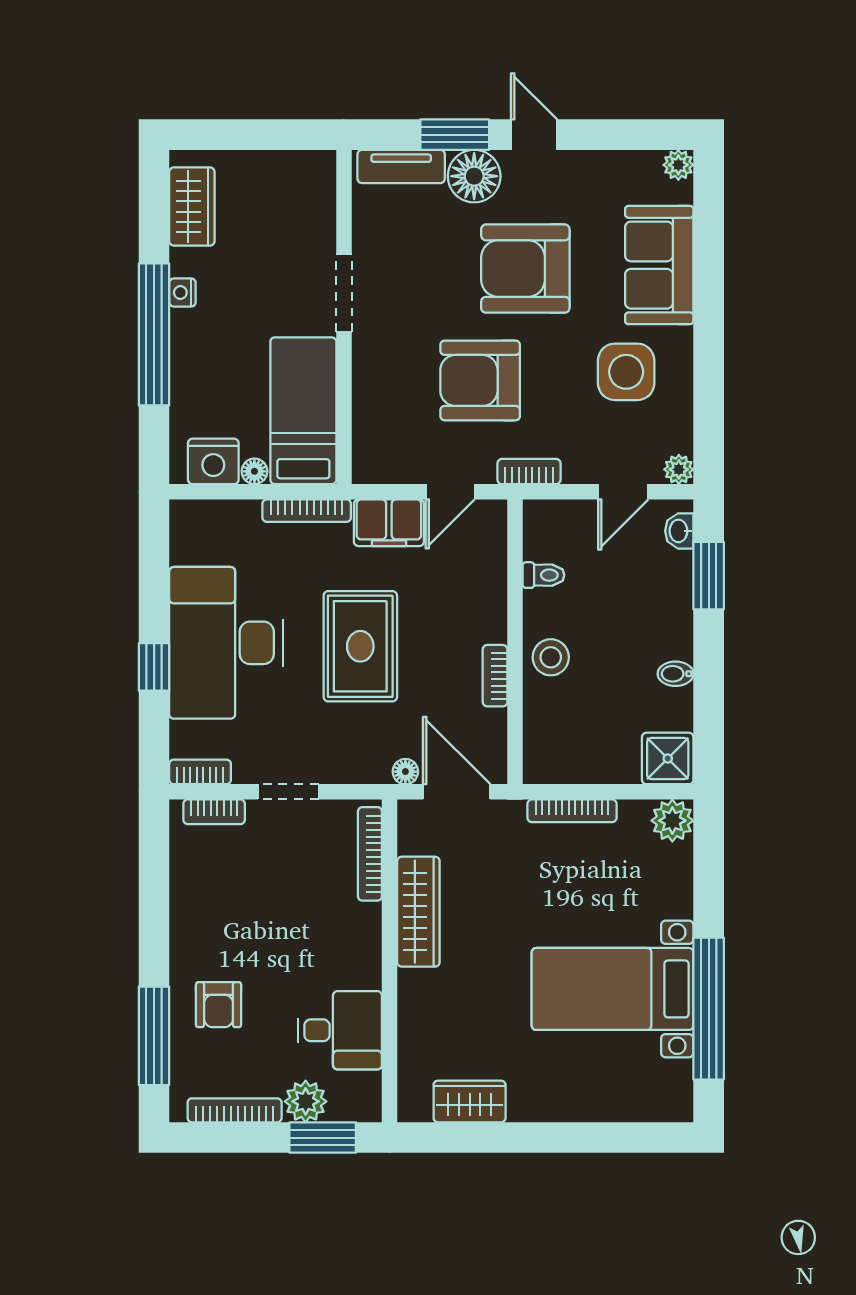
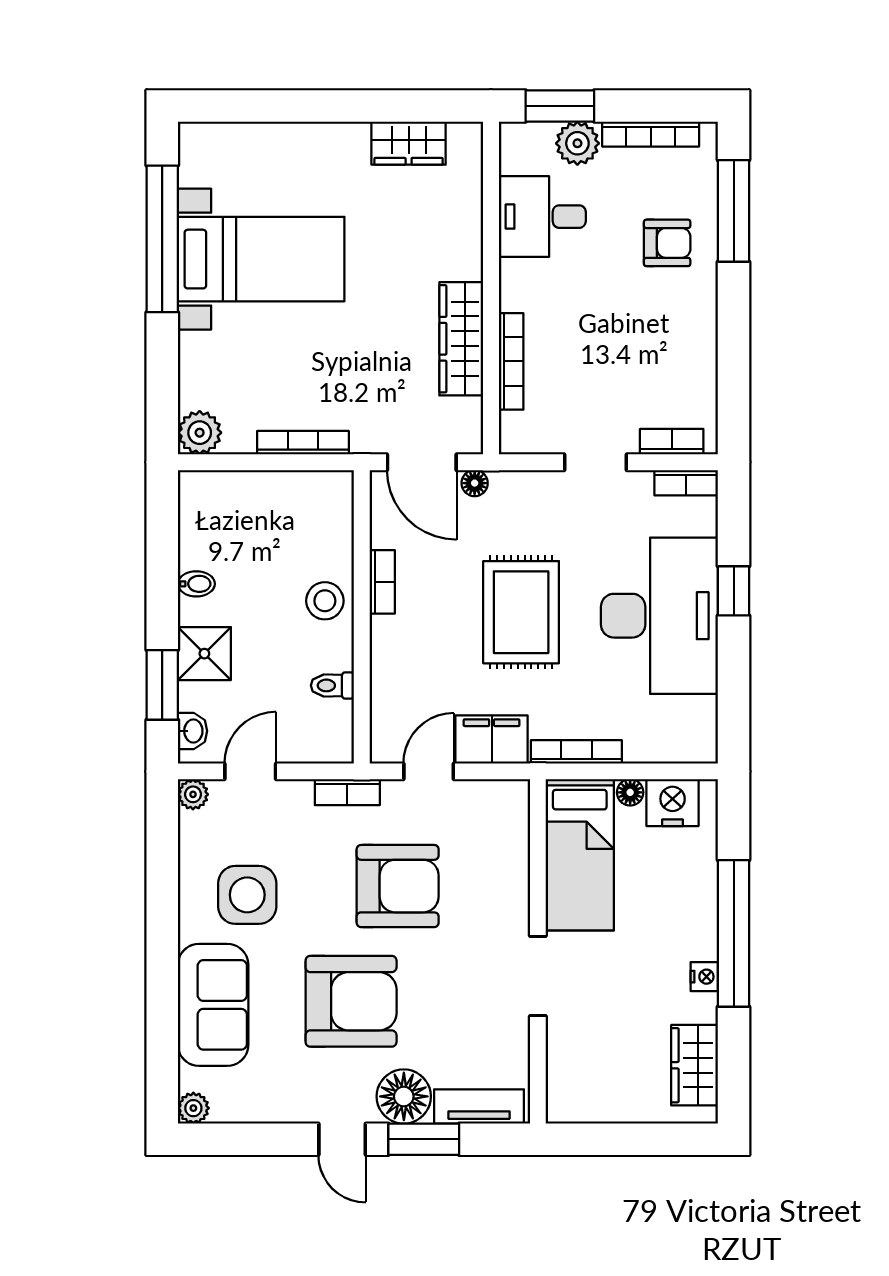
shower: (668, 758) -> (204, 654), moved
bookcase: (370, 854) -> (511, 361), moved
armchair: (219, 1005) -> (667, 243), turned 90

